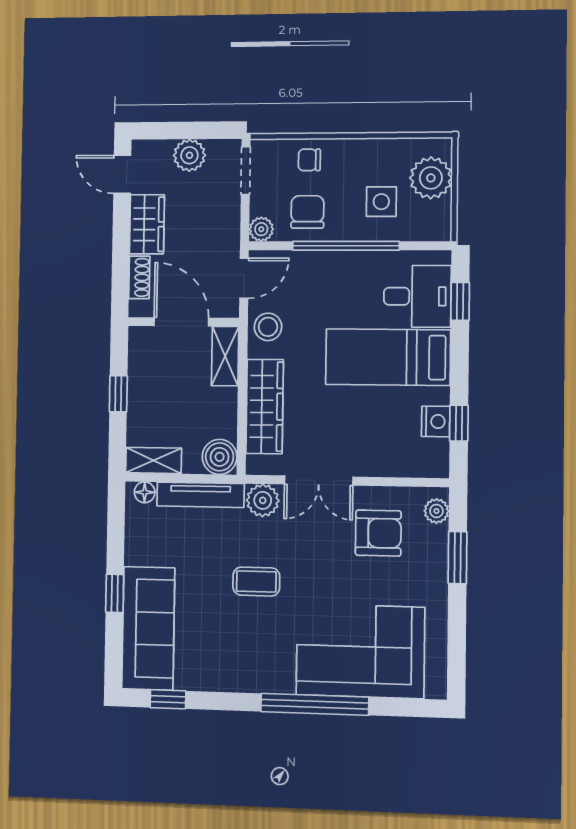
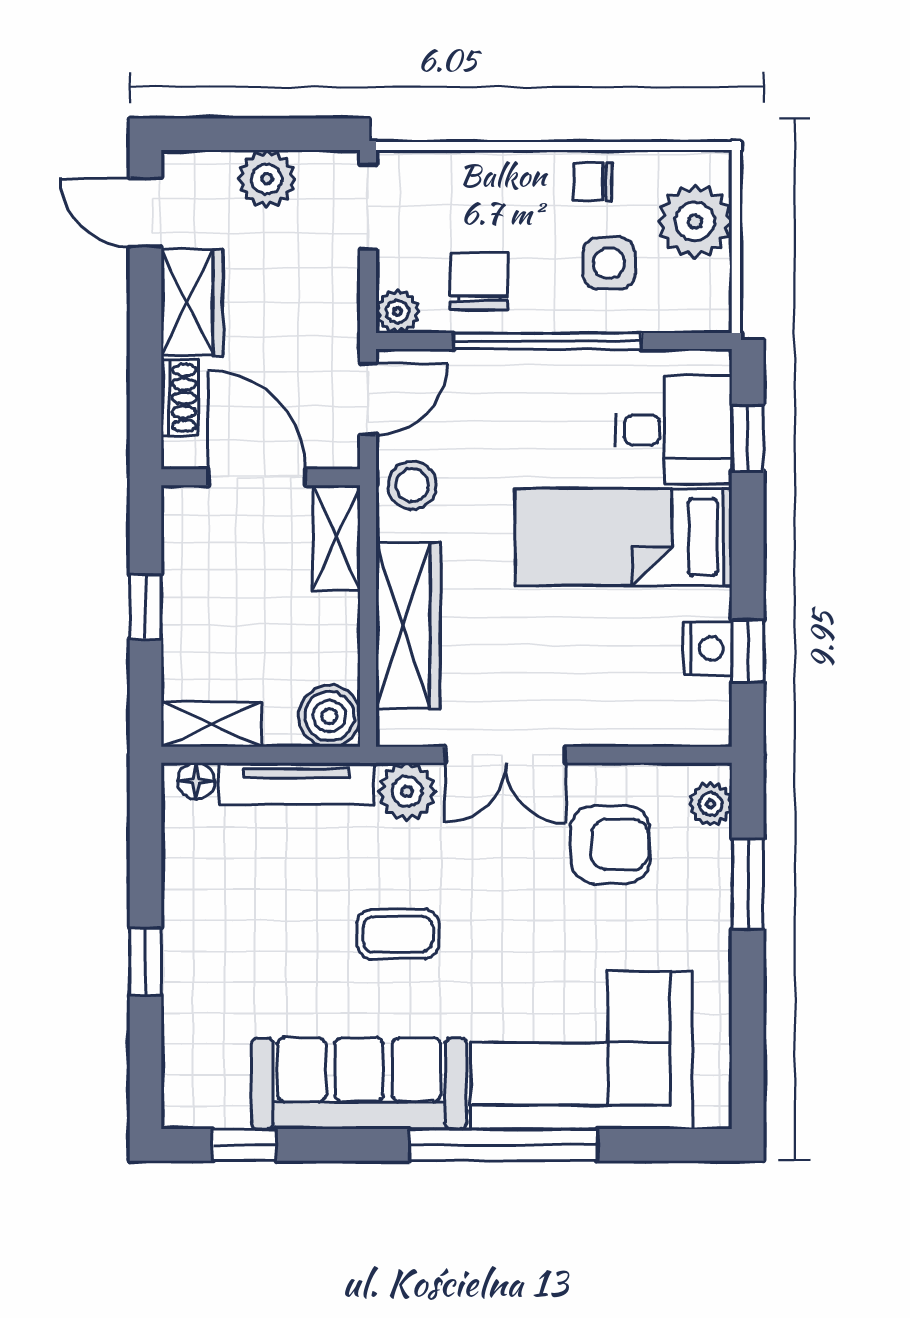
chair: (309, 160) -> (593, 181), moved
sofa: (148, 628) -> (359, 1083), moved, turned -90

